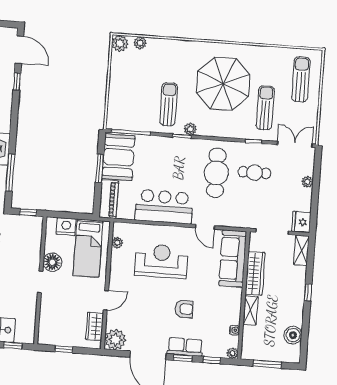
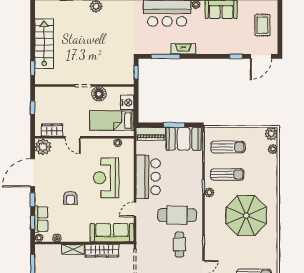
sun lounger: (265, 108) -> (228, 147), moved
reception desk: (161, 261) -> (106, 178), turned 180
row of seats: (185, 347) -> (41, 219), moved

